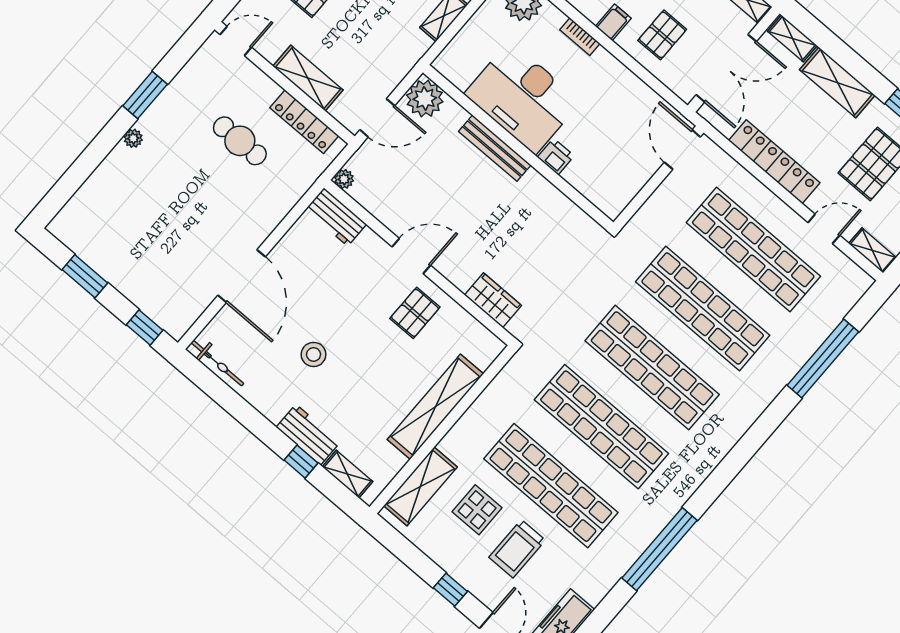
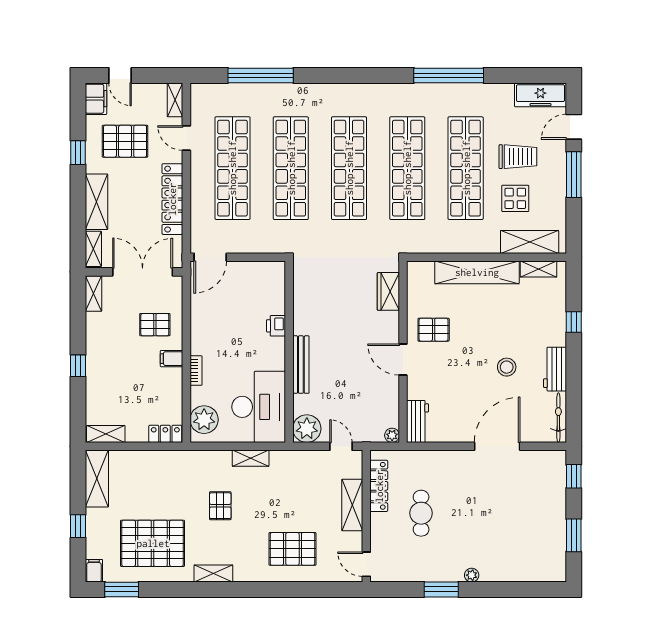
desk: (522, 98) -> (259, 407), moved
door: (377, 118) -> (341, 446), width x0.73
workbench: (308, 435) -> (555, 369), moved
shelving: (347, 474) -> (539, 269), moved, turned 90
window: (450, 590) -> (574, 175), width x2.17

